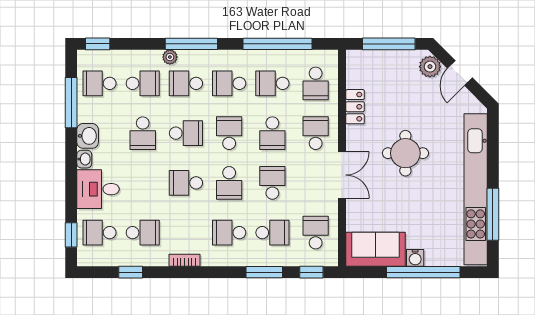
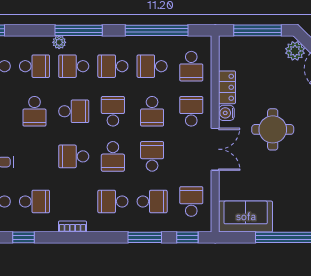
water cooler: (415, 258) -> (226, 113), moved, turned 90

